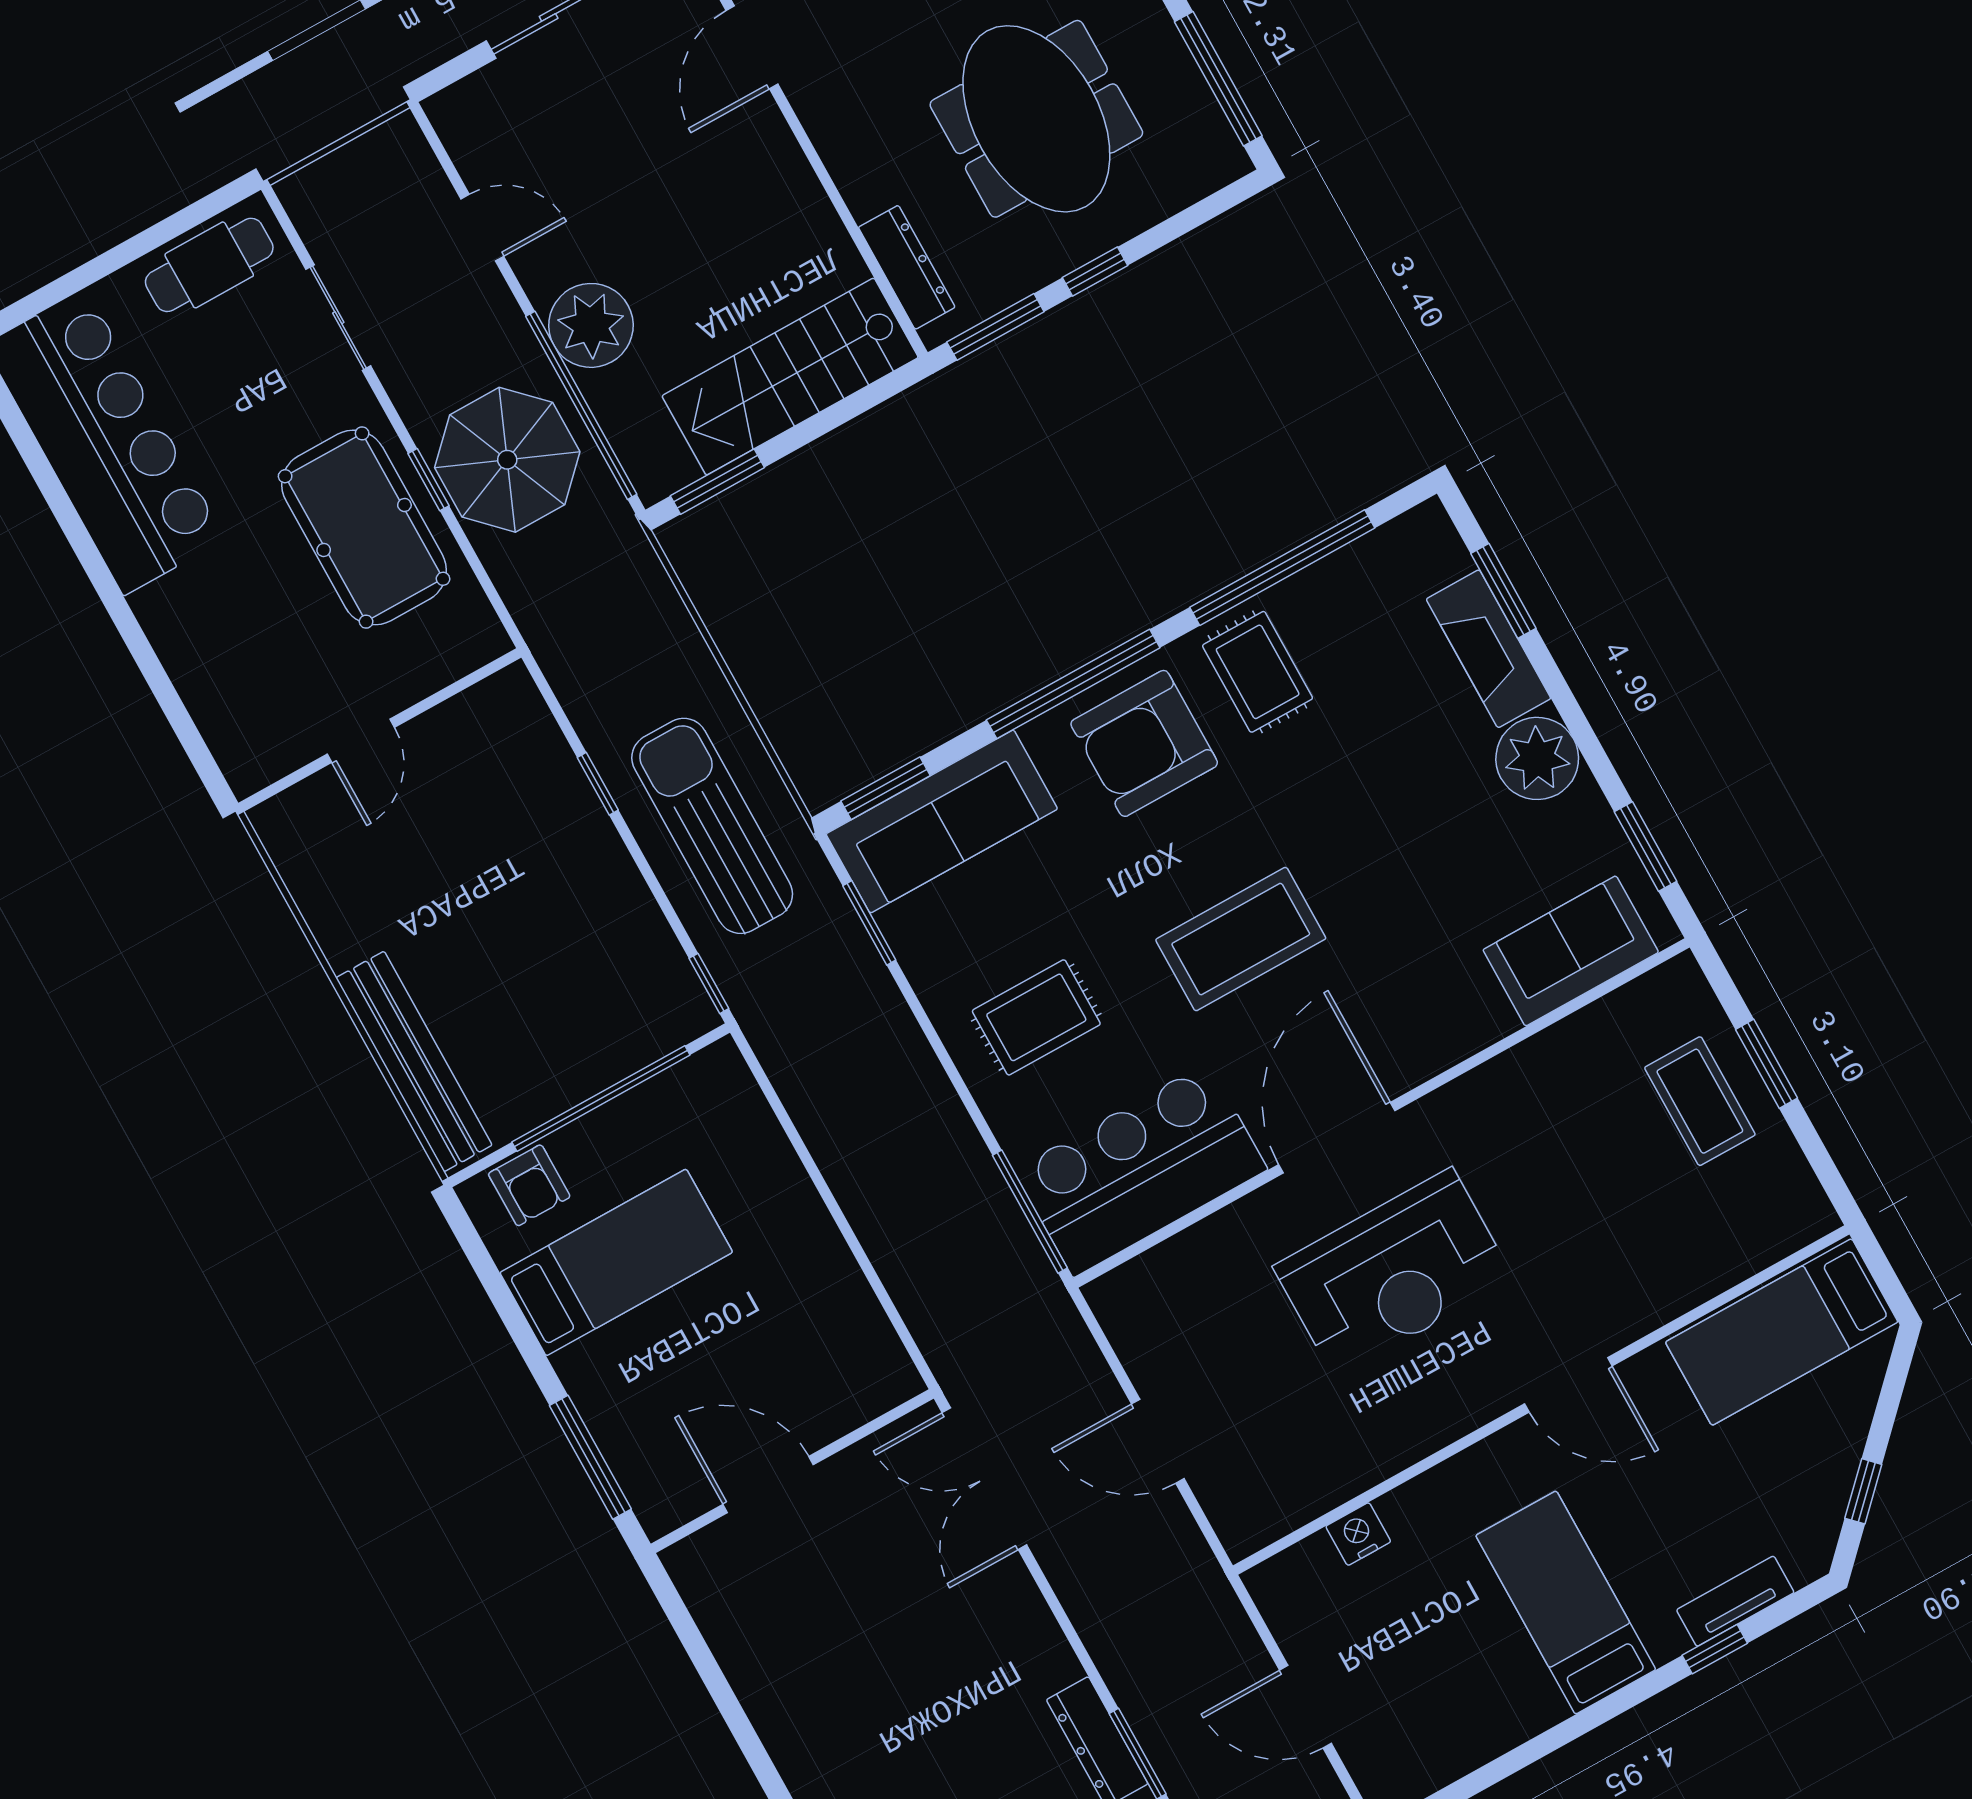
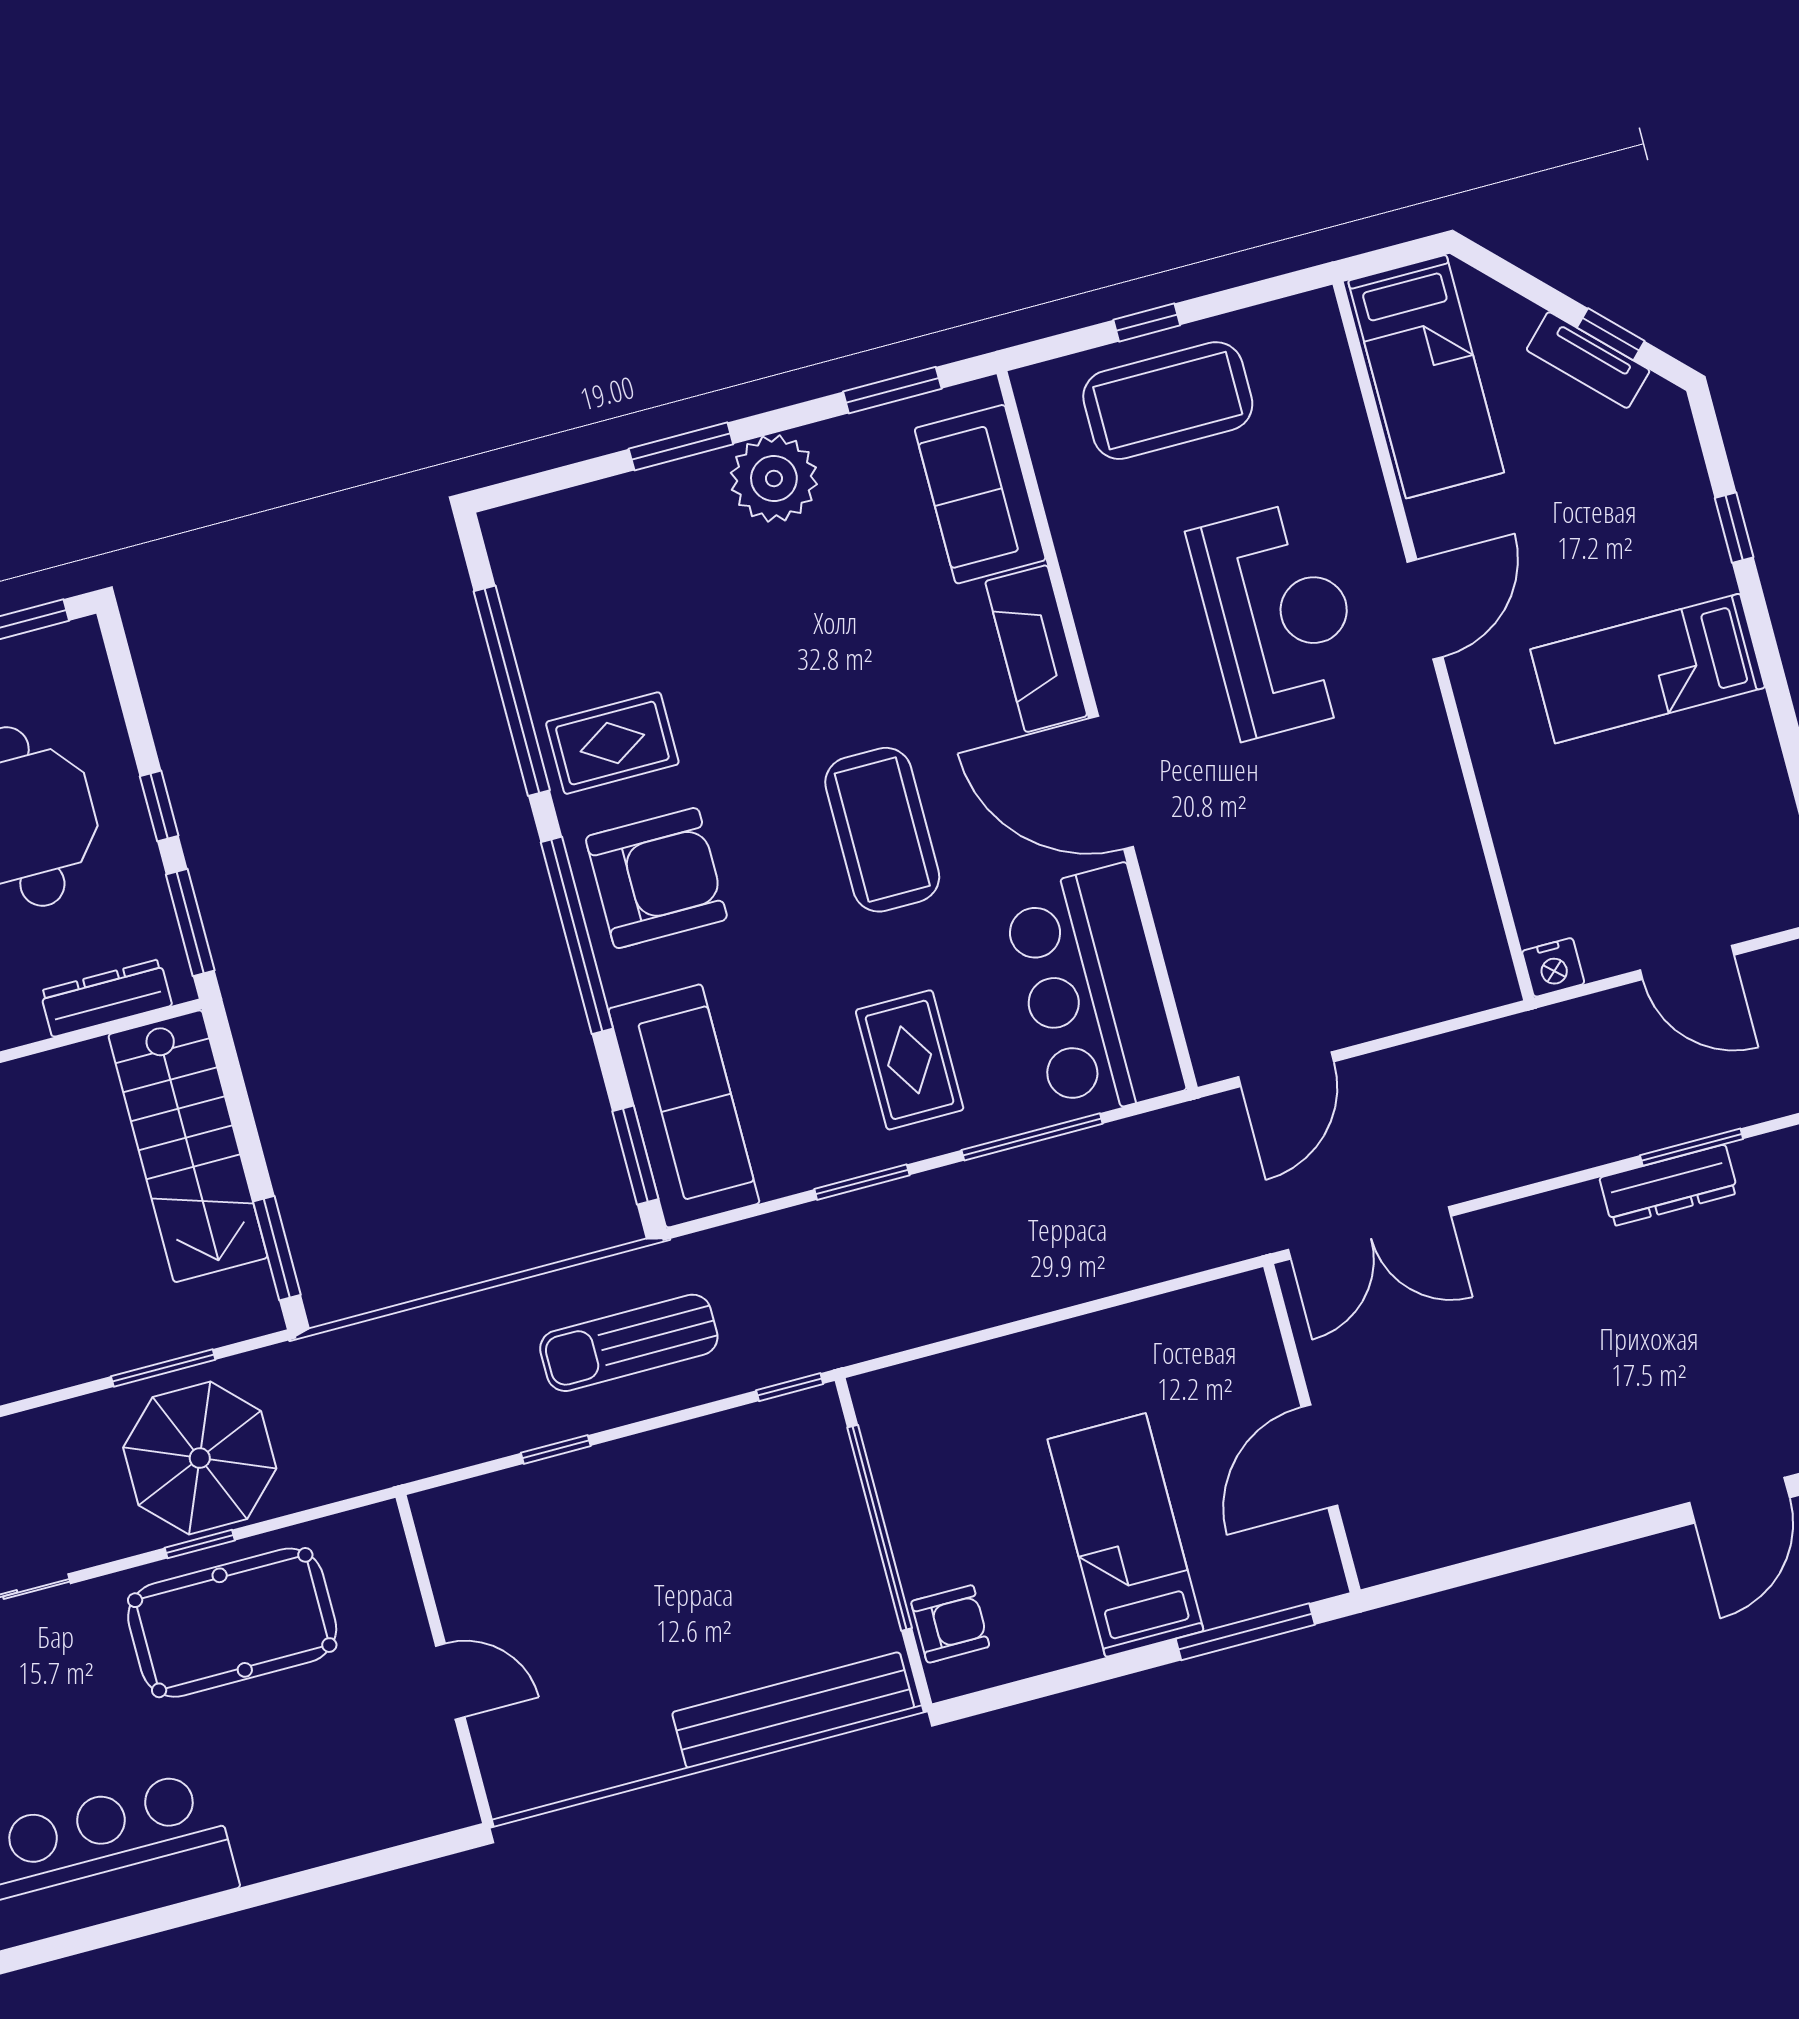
plant: (591, 325) -> (84, 1337), removed
window: (581, 405) -> (163, 1368), width x0.47
window: (1503, 591) -> (681, 446), moved
fireplace: (1489, 649) -> (1036, 649), moved, turned 90
armchair: (1144, 743) -> (656, 878), turned -90
sun lounger: (712, 826) -> (629, 1343), width x0.73, depth x0.75
window: (869, 923) -> (862, 1182), moved
window: (1767, 1064) -> (1147, 322), width x0.67
coffee table: (1700, 1101) -> (1168, 401), width x1.36, depth x1.32
window: (1030, 1212) -> (1032, 1137), moved
bed: (616, 1262) -> (1126, 1535), moved
reception desk: (1393, 1273) -> (1279, 619), moved
door: (1158, 1441) -> (1286, 1069), moved
nightstand: (1358, 1534) -> (1553, 967), moved, turned -90
tv unit: (1735, 1601) -> (1588, 360), moved, turned -45
door: (1306, 1707) -> (1687, 963), hinge flipped

